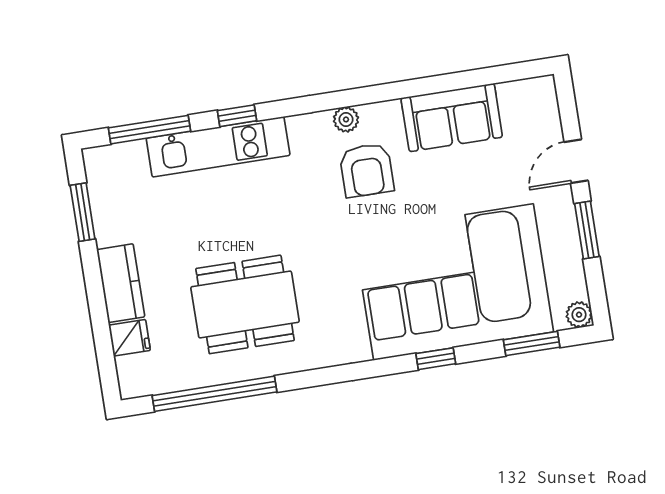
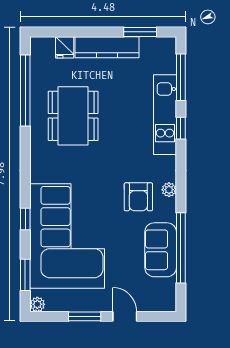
window: (443, 83) -> (181, 248), added
armchair: (367, 170) -> (138, 197), turned -90
kitchen counter: (121, 283) -> (107, 47), width x1.50

